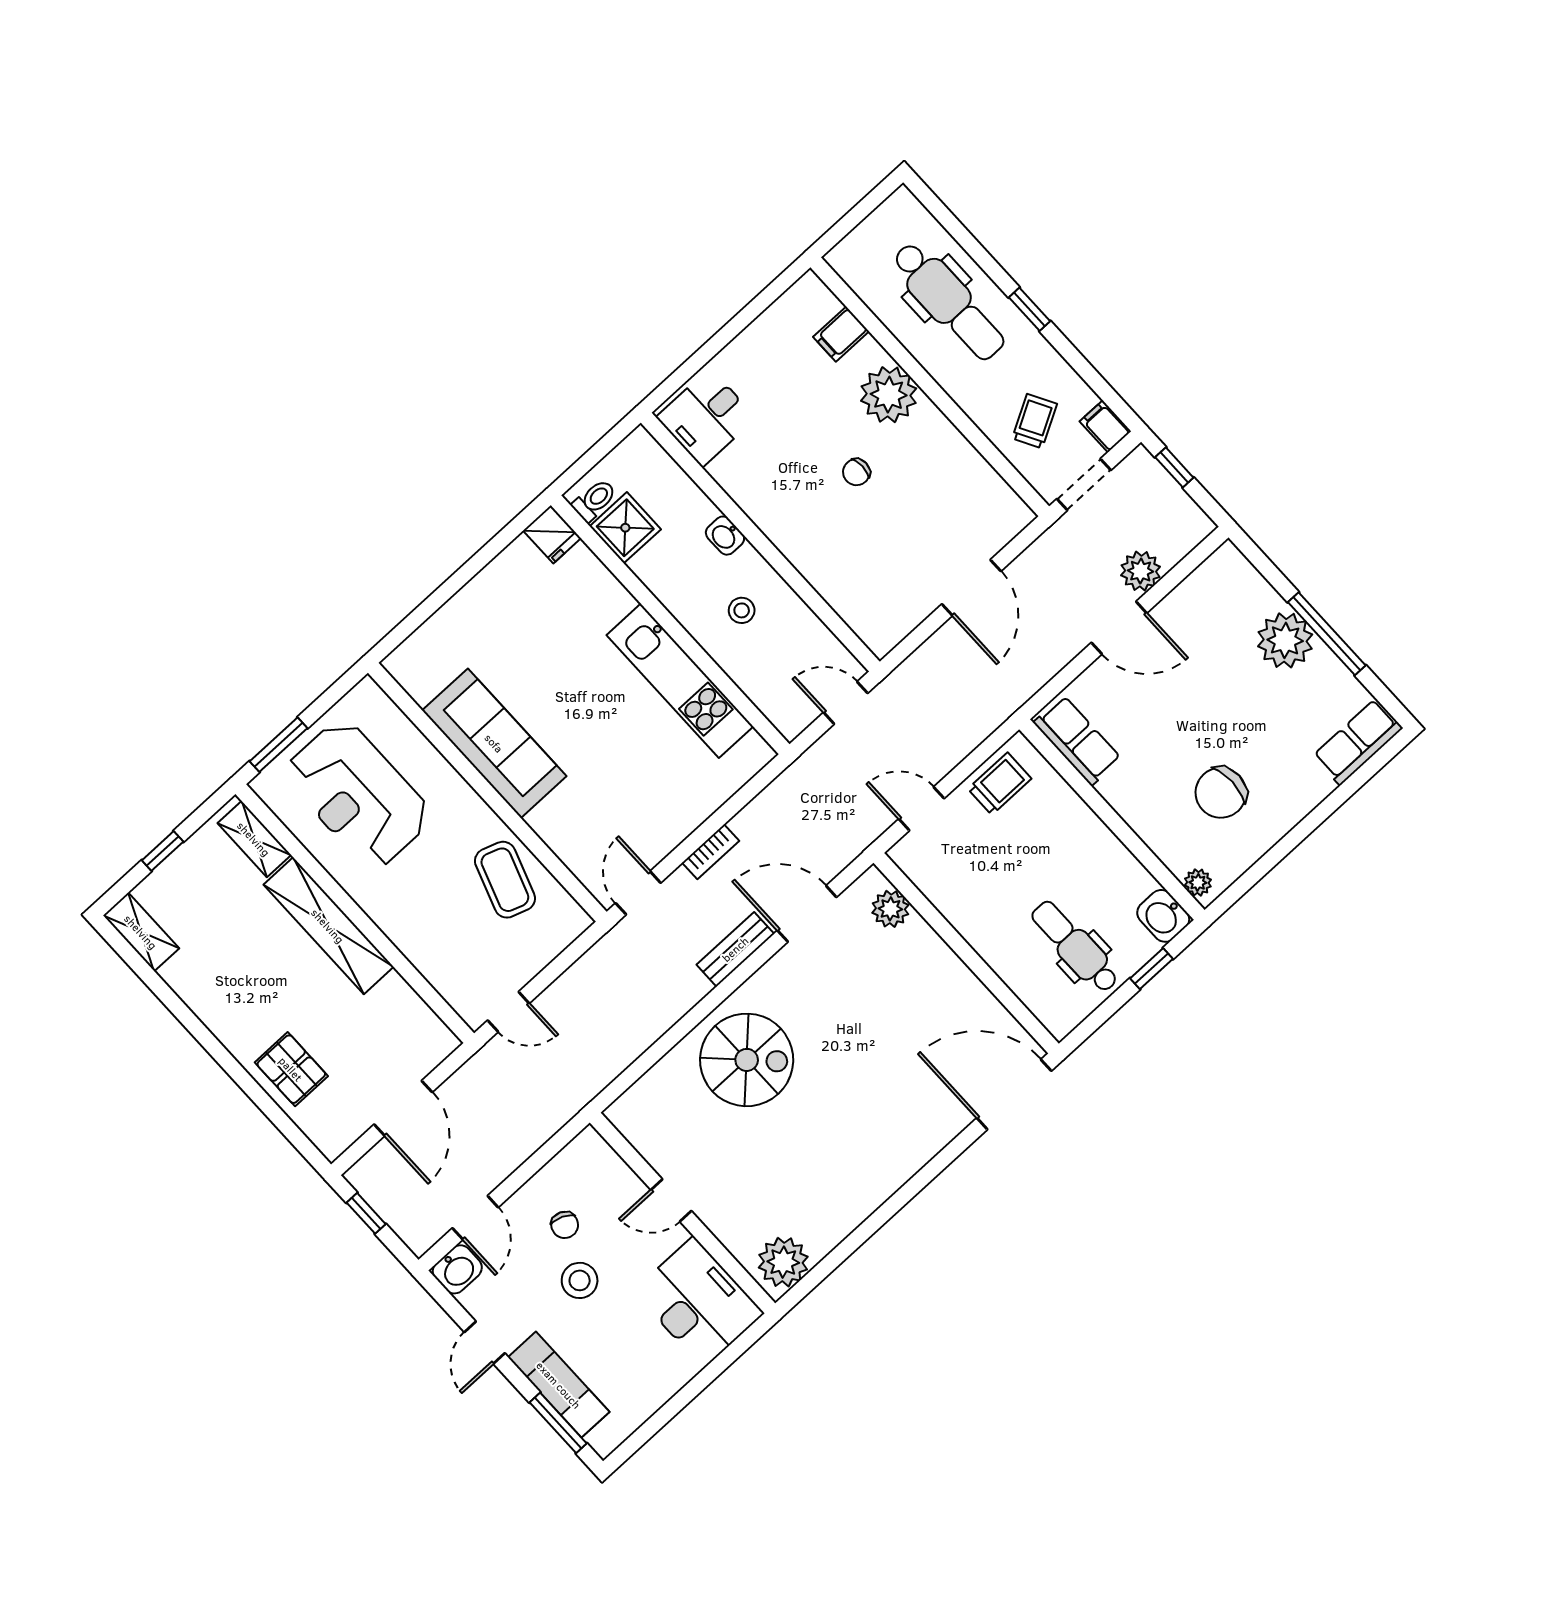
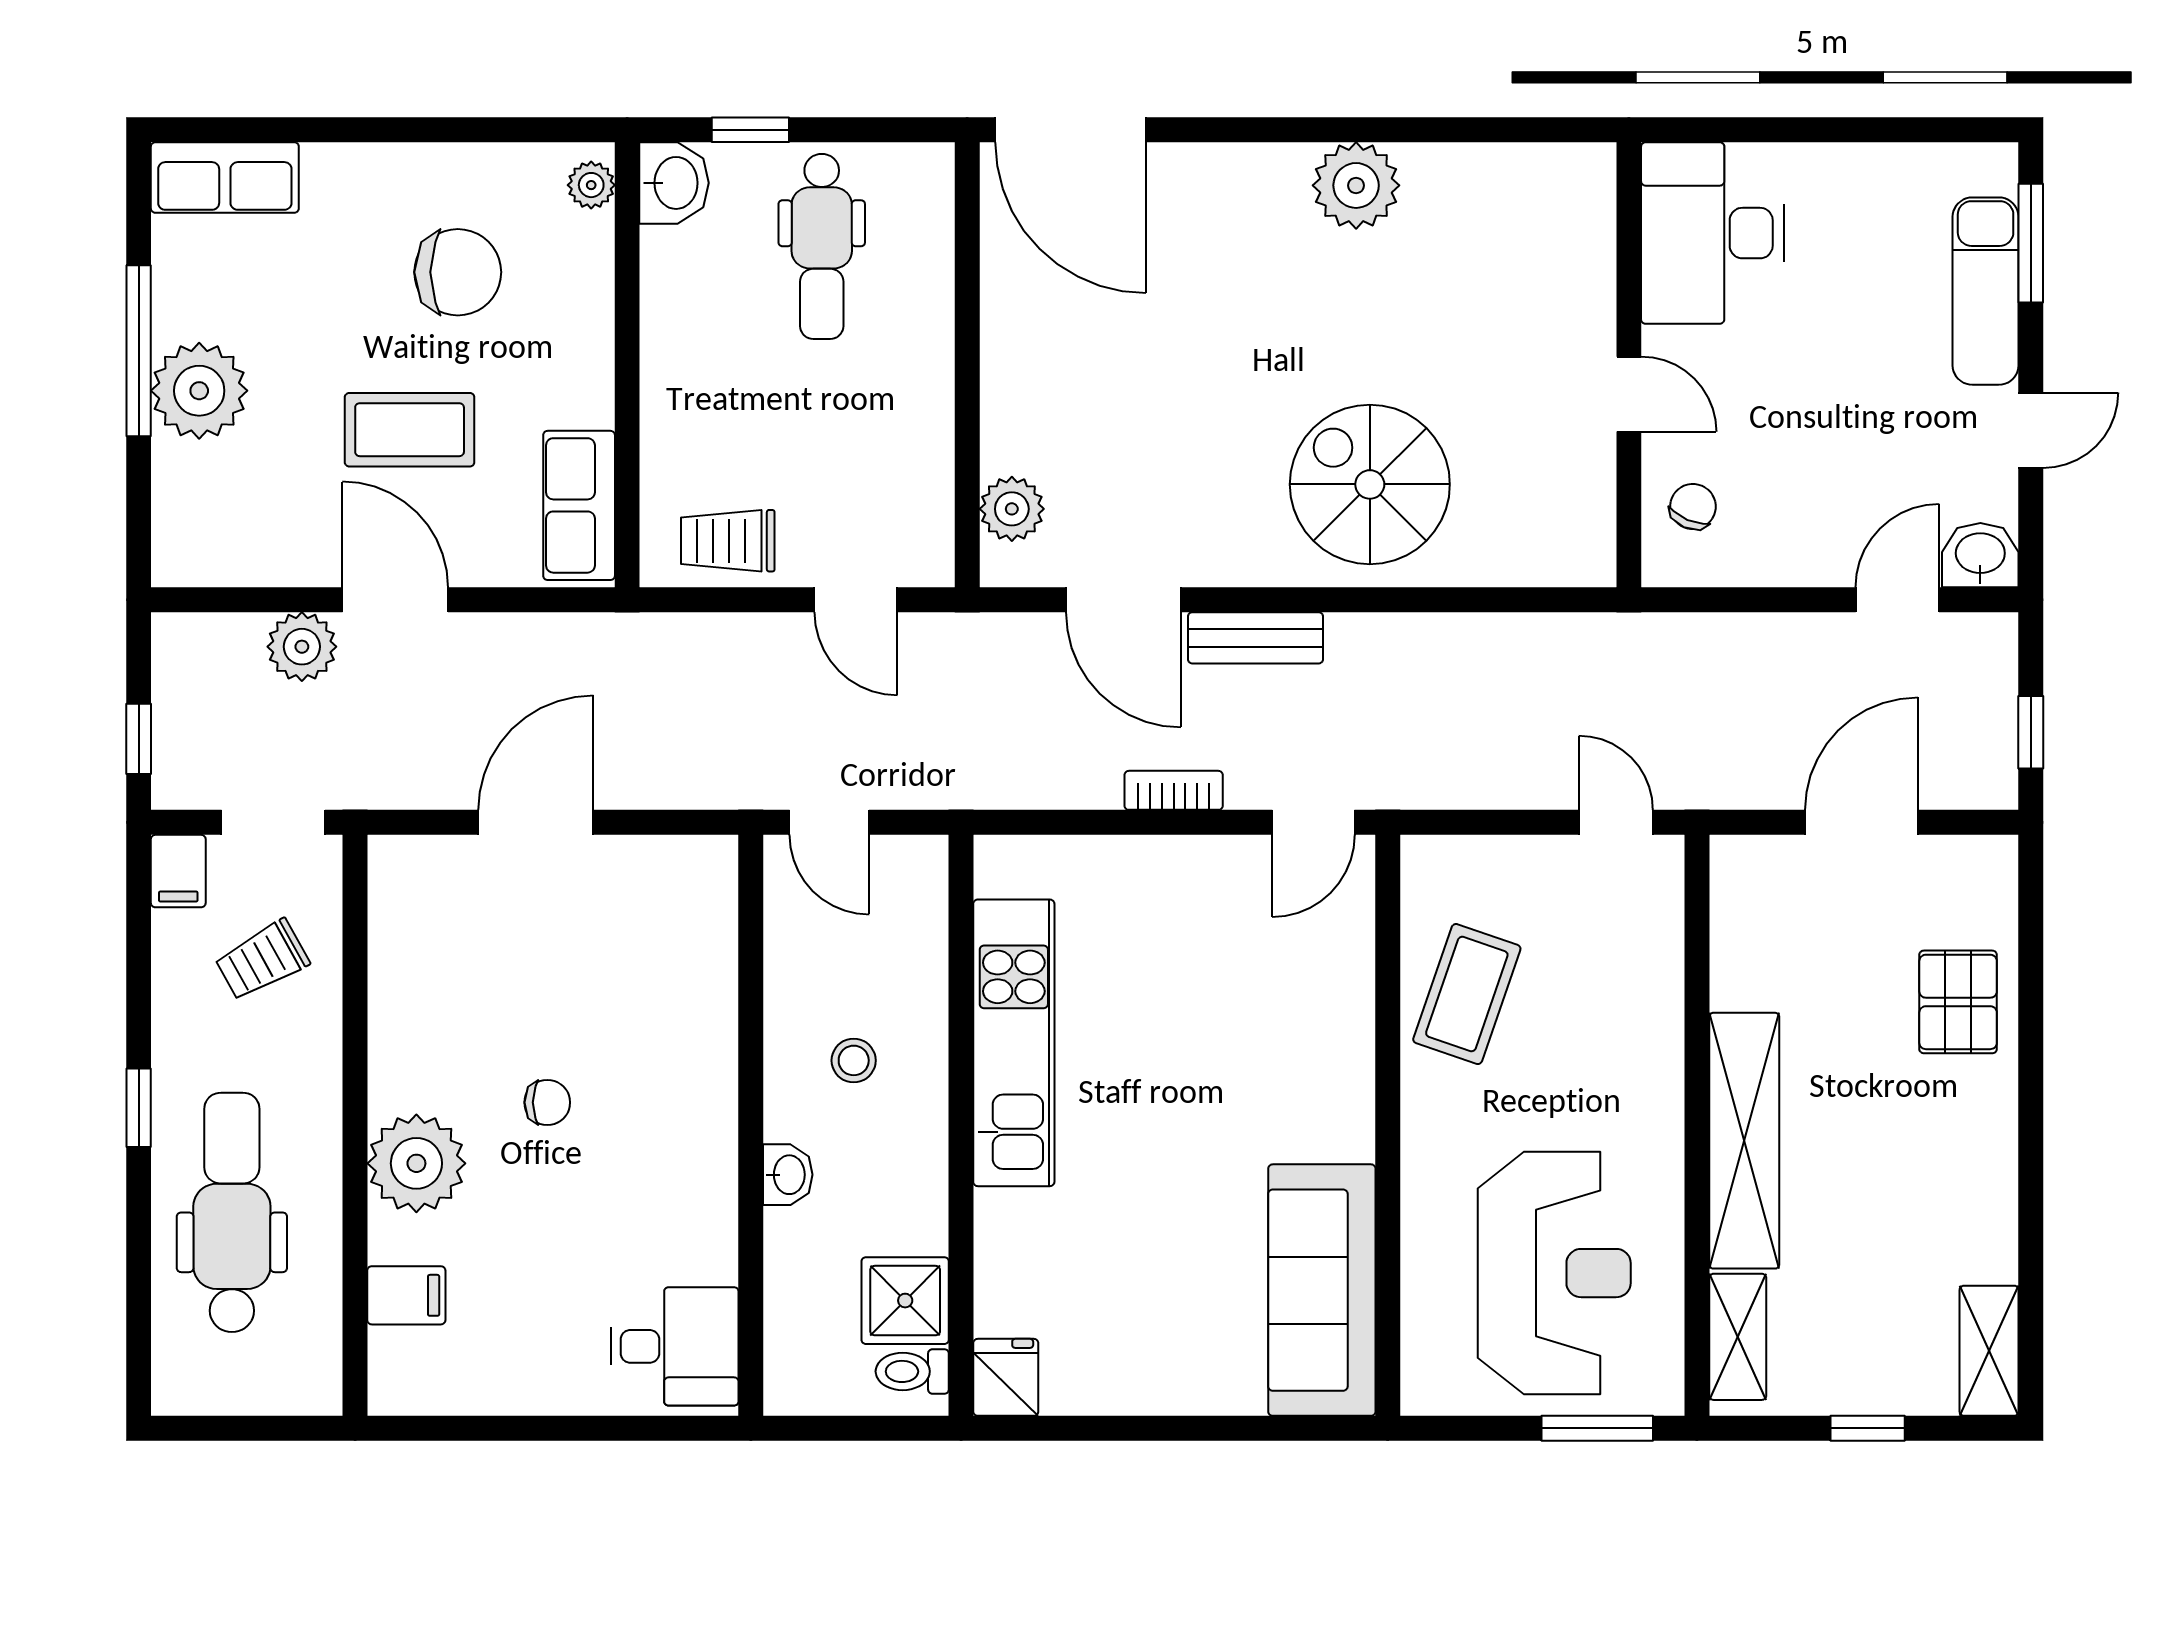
coffee table: (1180, 706) -> (410, 430), added
sofa: (494, 743) -> (1322, 1290), moved
chair: (565, 1225) -> (1693, 507), moved
plant: (783, 1262) -> (1356, 185), moved
stool: (580, 1280) -> (1838, 399), removed

